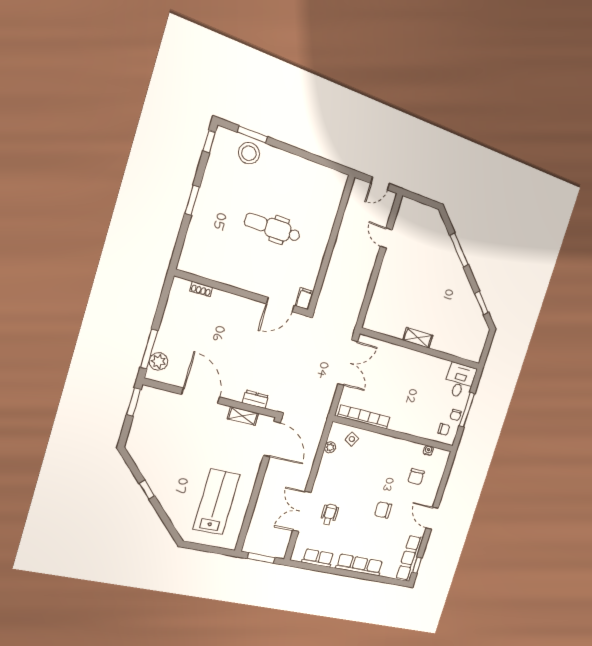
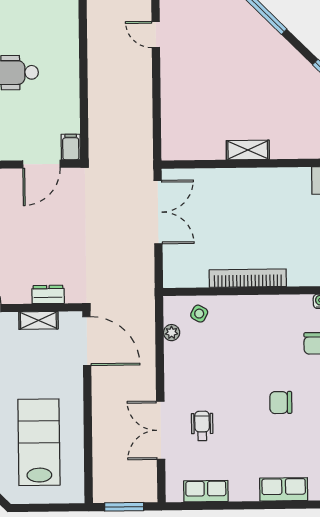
bookcase: (364, 417) -> (248, 278), moved
row of seats: (360, 565) -> (284, 489), width x0.68

